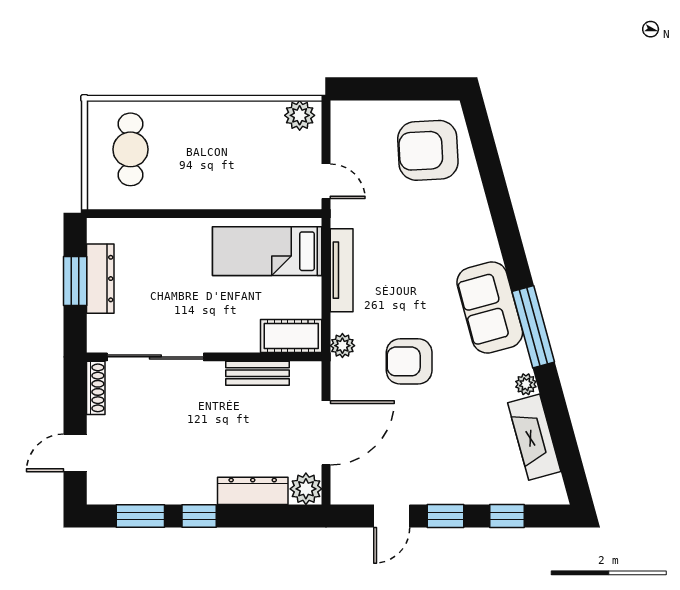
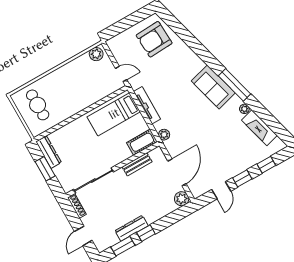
dresser: (100, 279) -> (49, 152), moved
armchair: (409, 361) -> (194, 126), removed
dresser: (253, 491) -> (131, 228), moved

